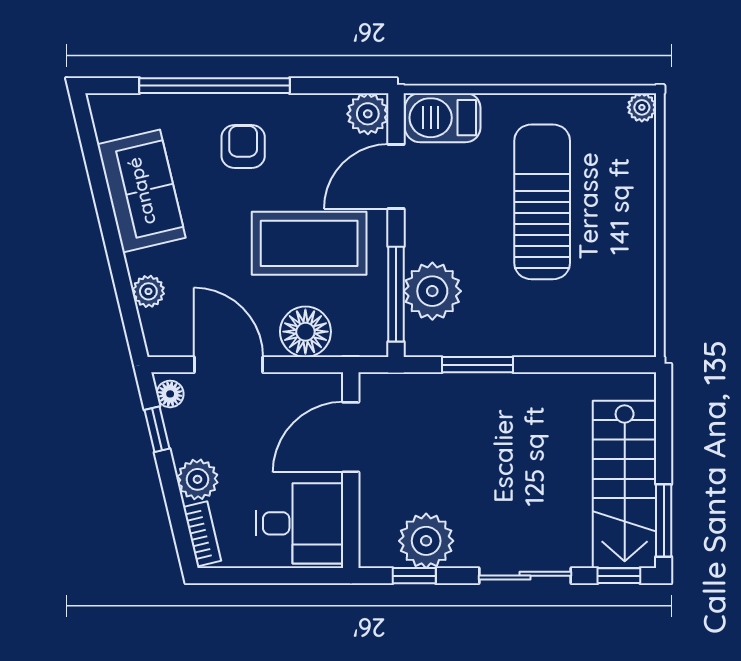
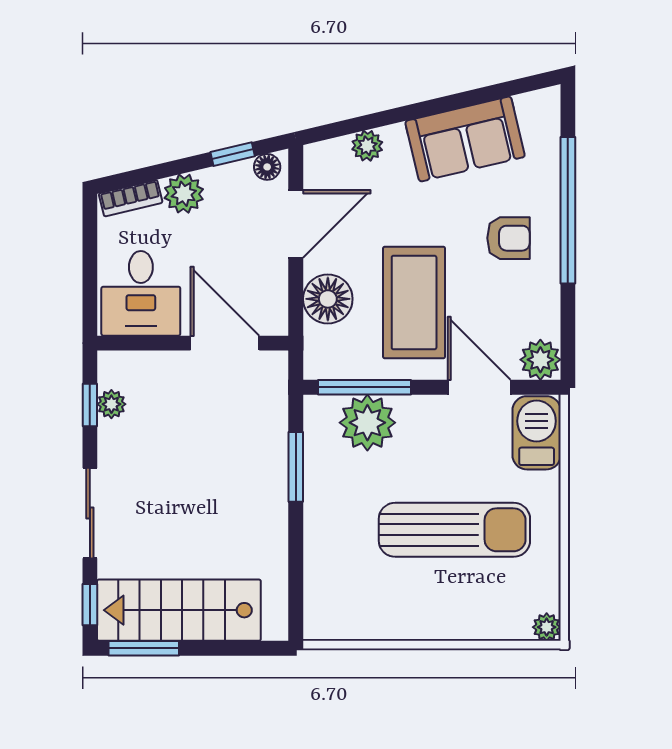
plant: (426, 541) -> (111, 404), width x0.53, depth x0.53

